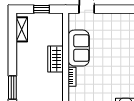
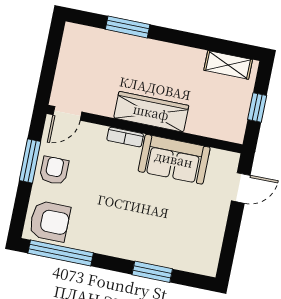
wardrobe: (55, 59) -> (151, 112), width x1.50

